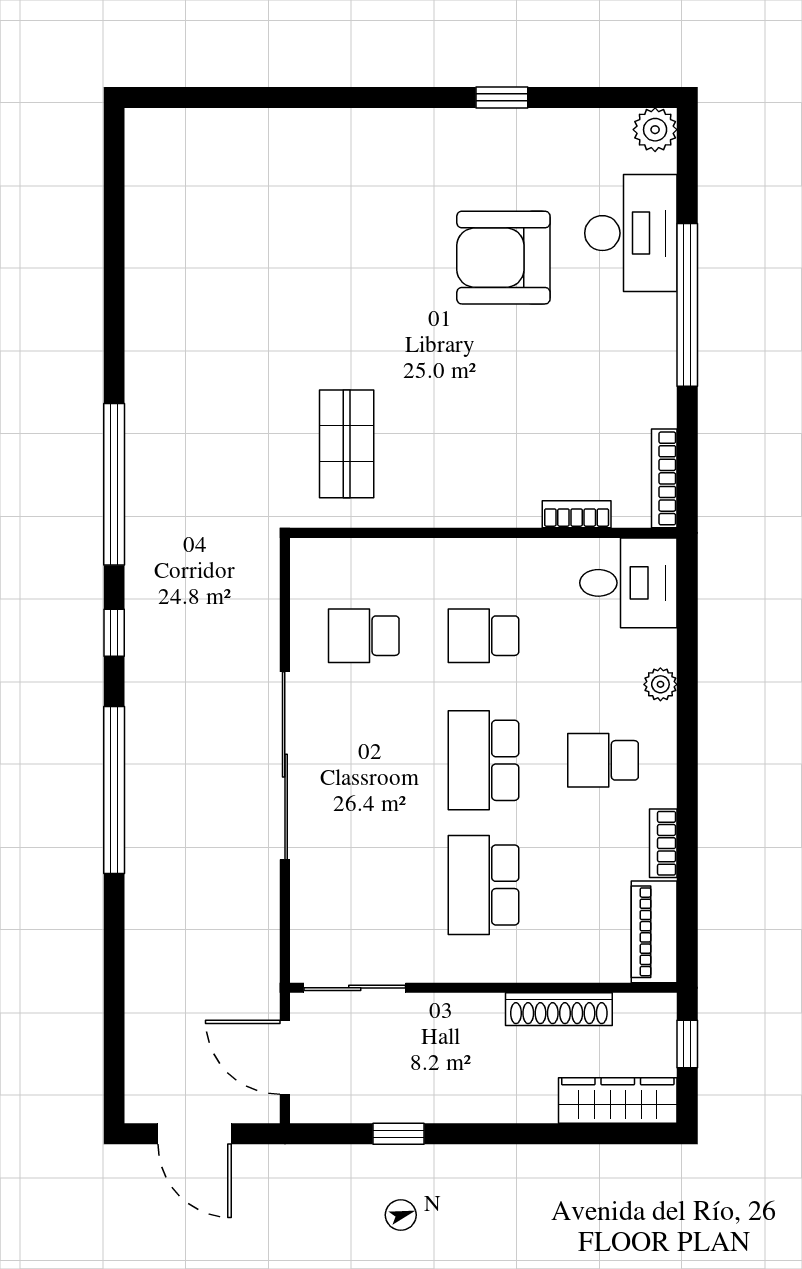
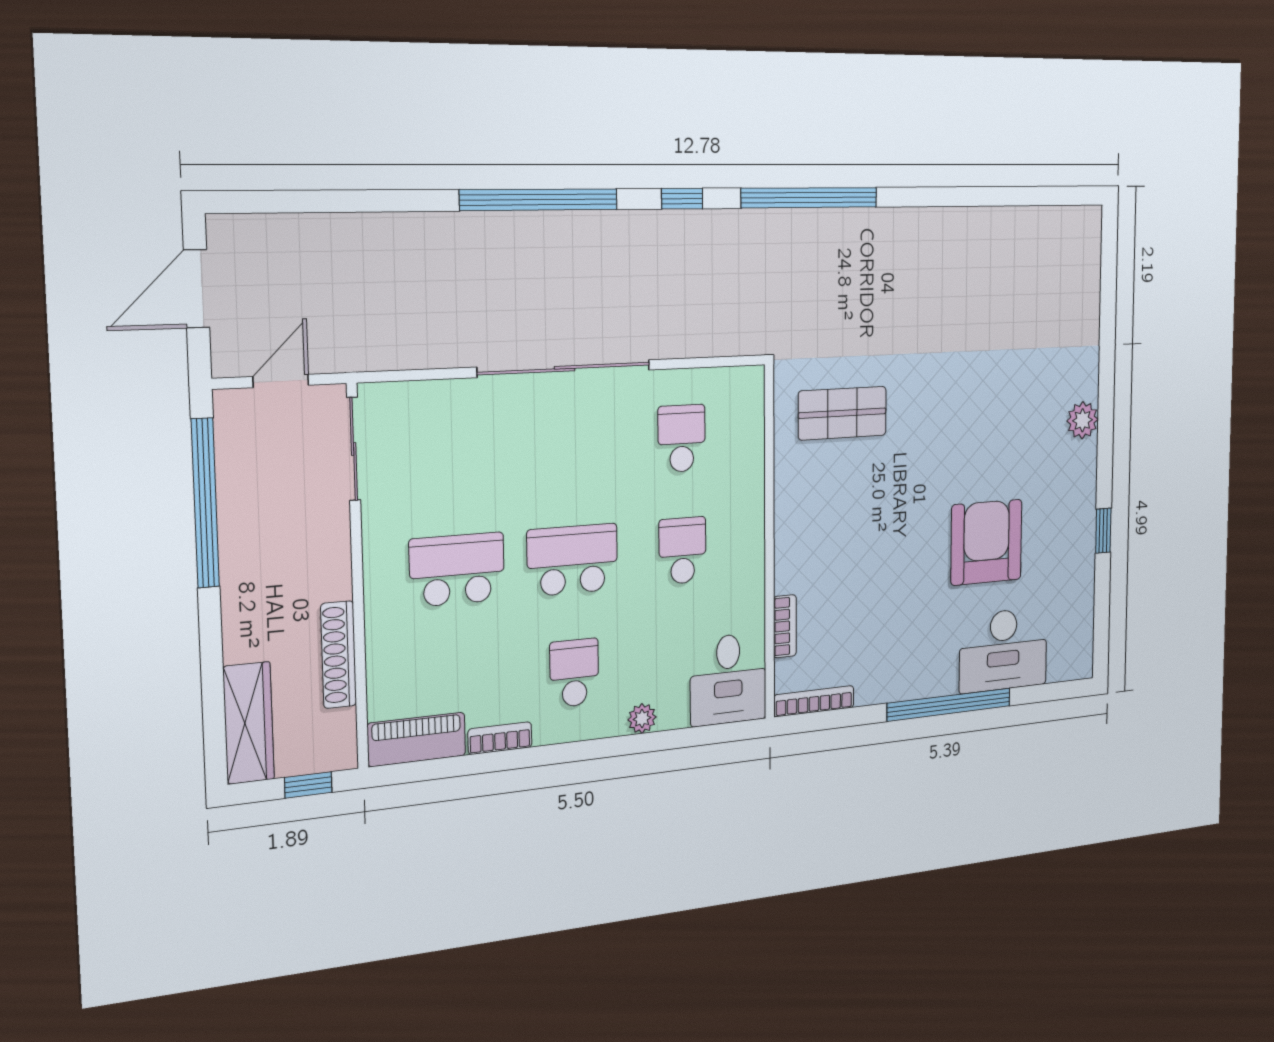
plant: (655, 130) -> (1082, 420), moved
door: (285, 1057) -> (281, 381), width x0.73
window: (399, 1134) -> (205, 503), width x3.17

